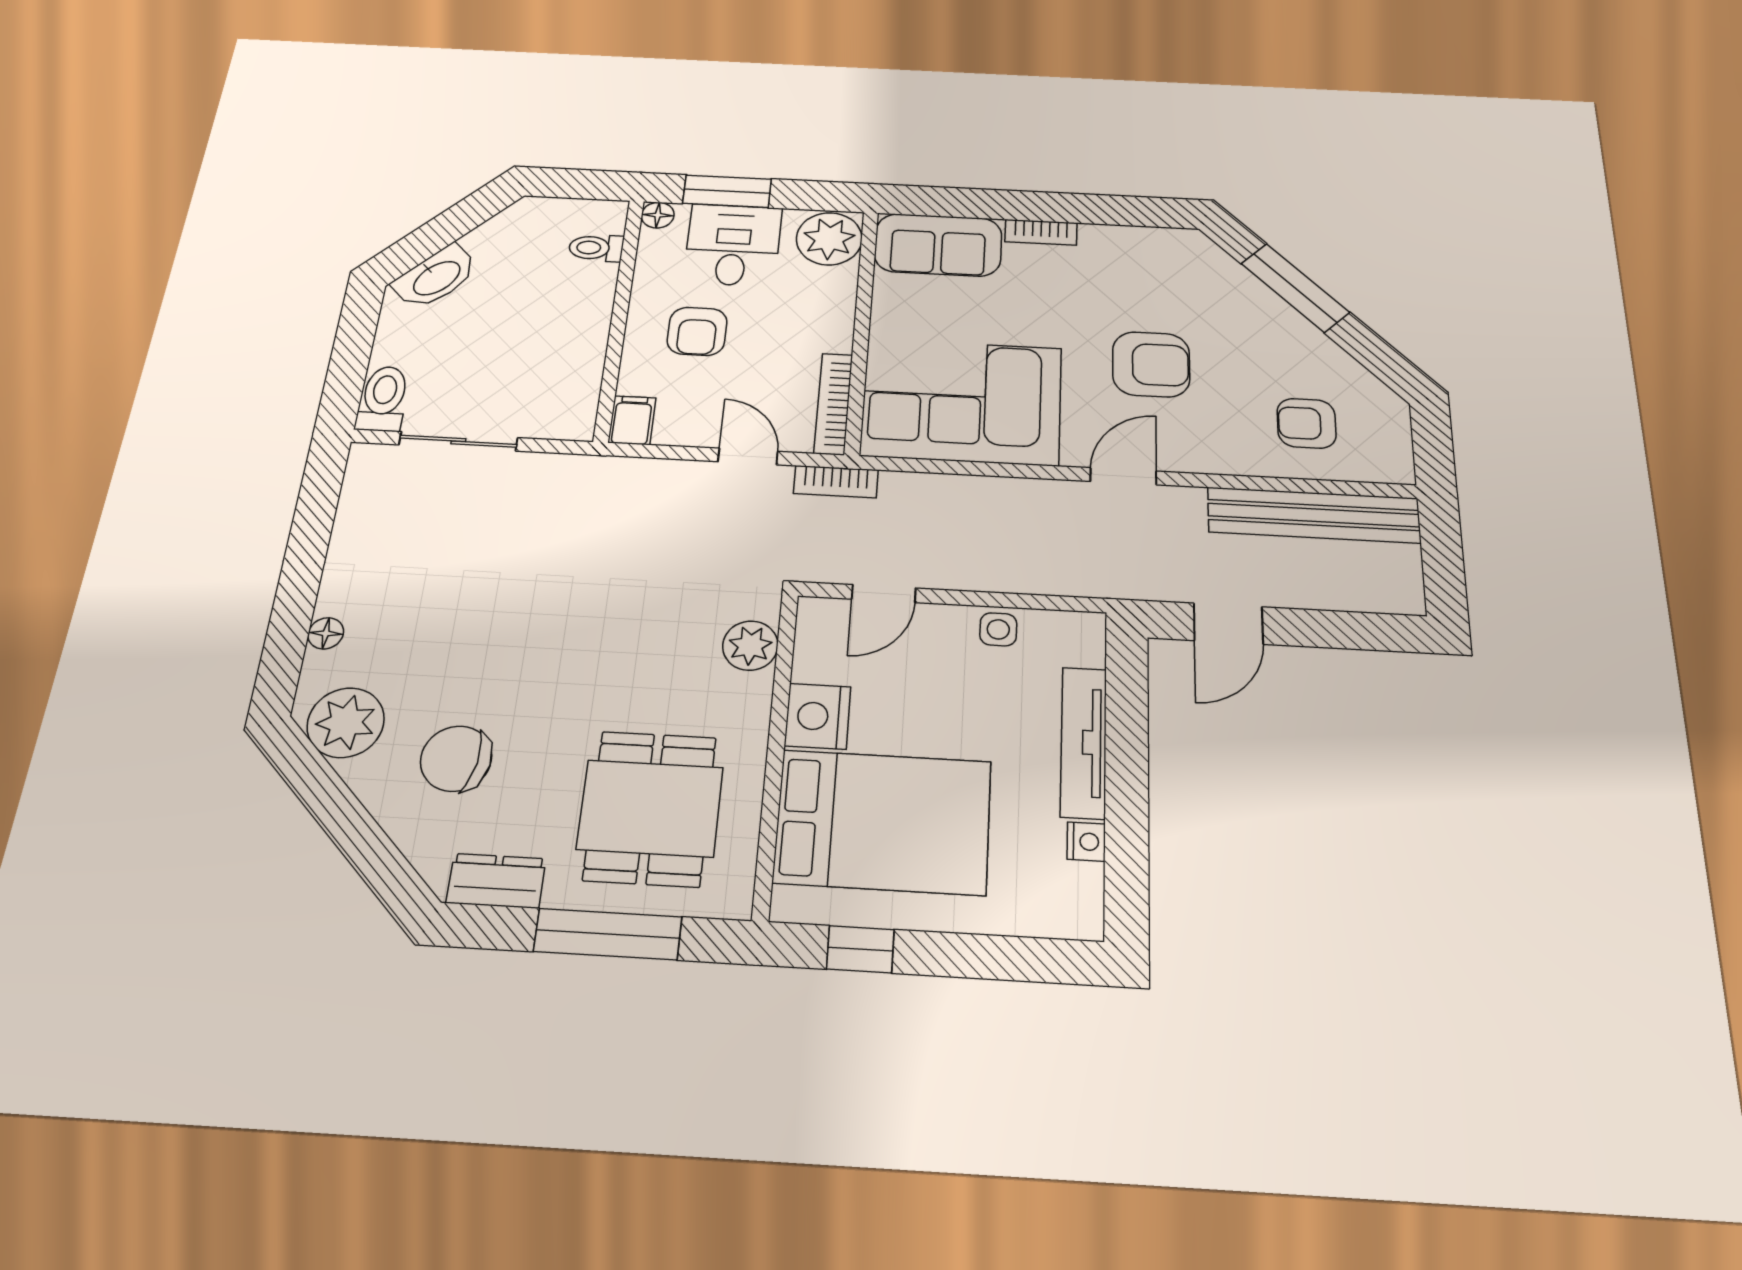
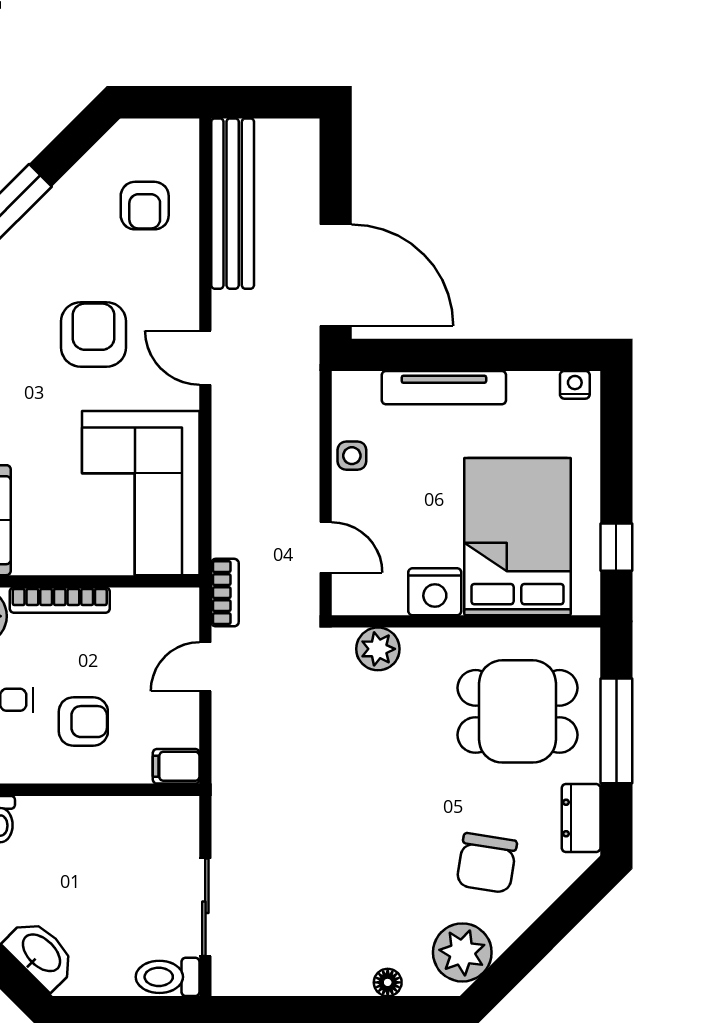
bookcase: (833, 404) -> (60, 600), moved
door: (1228, 624) -> (336, 275), width x1.87
nightstand: (1086, 842) -> (575, 385), moved

